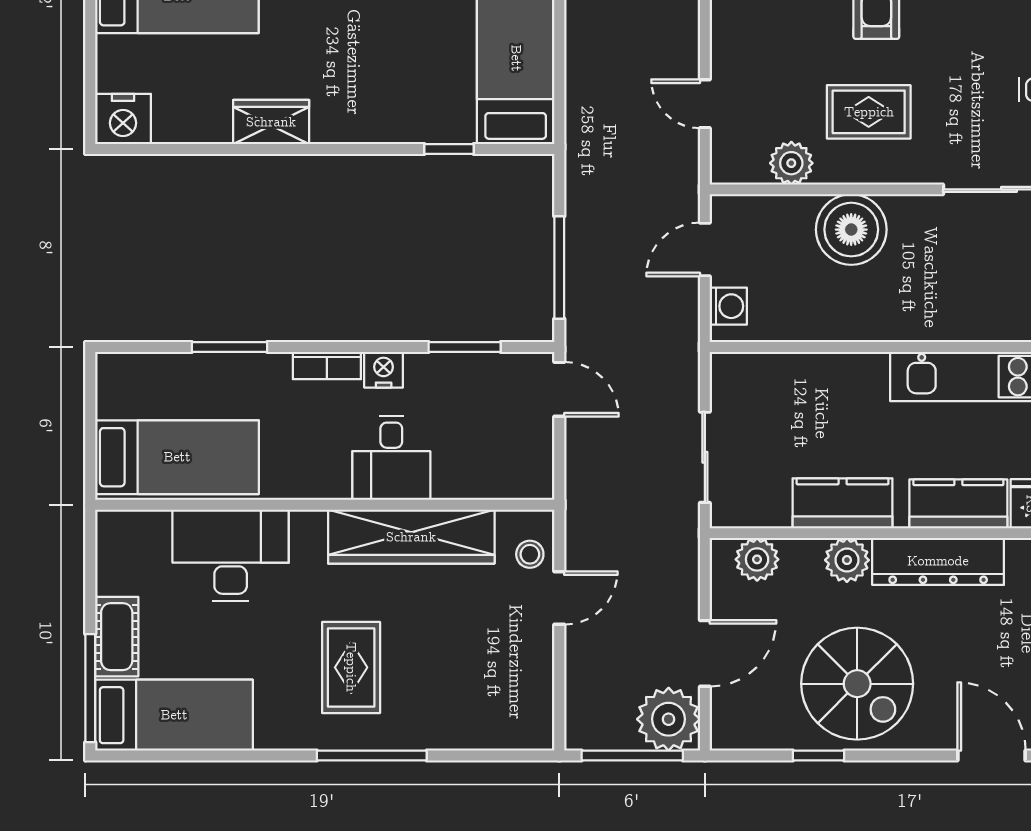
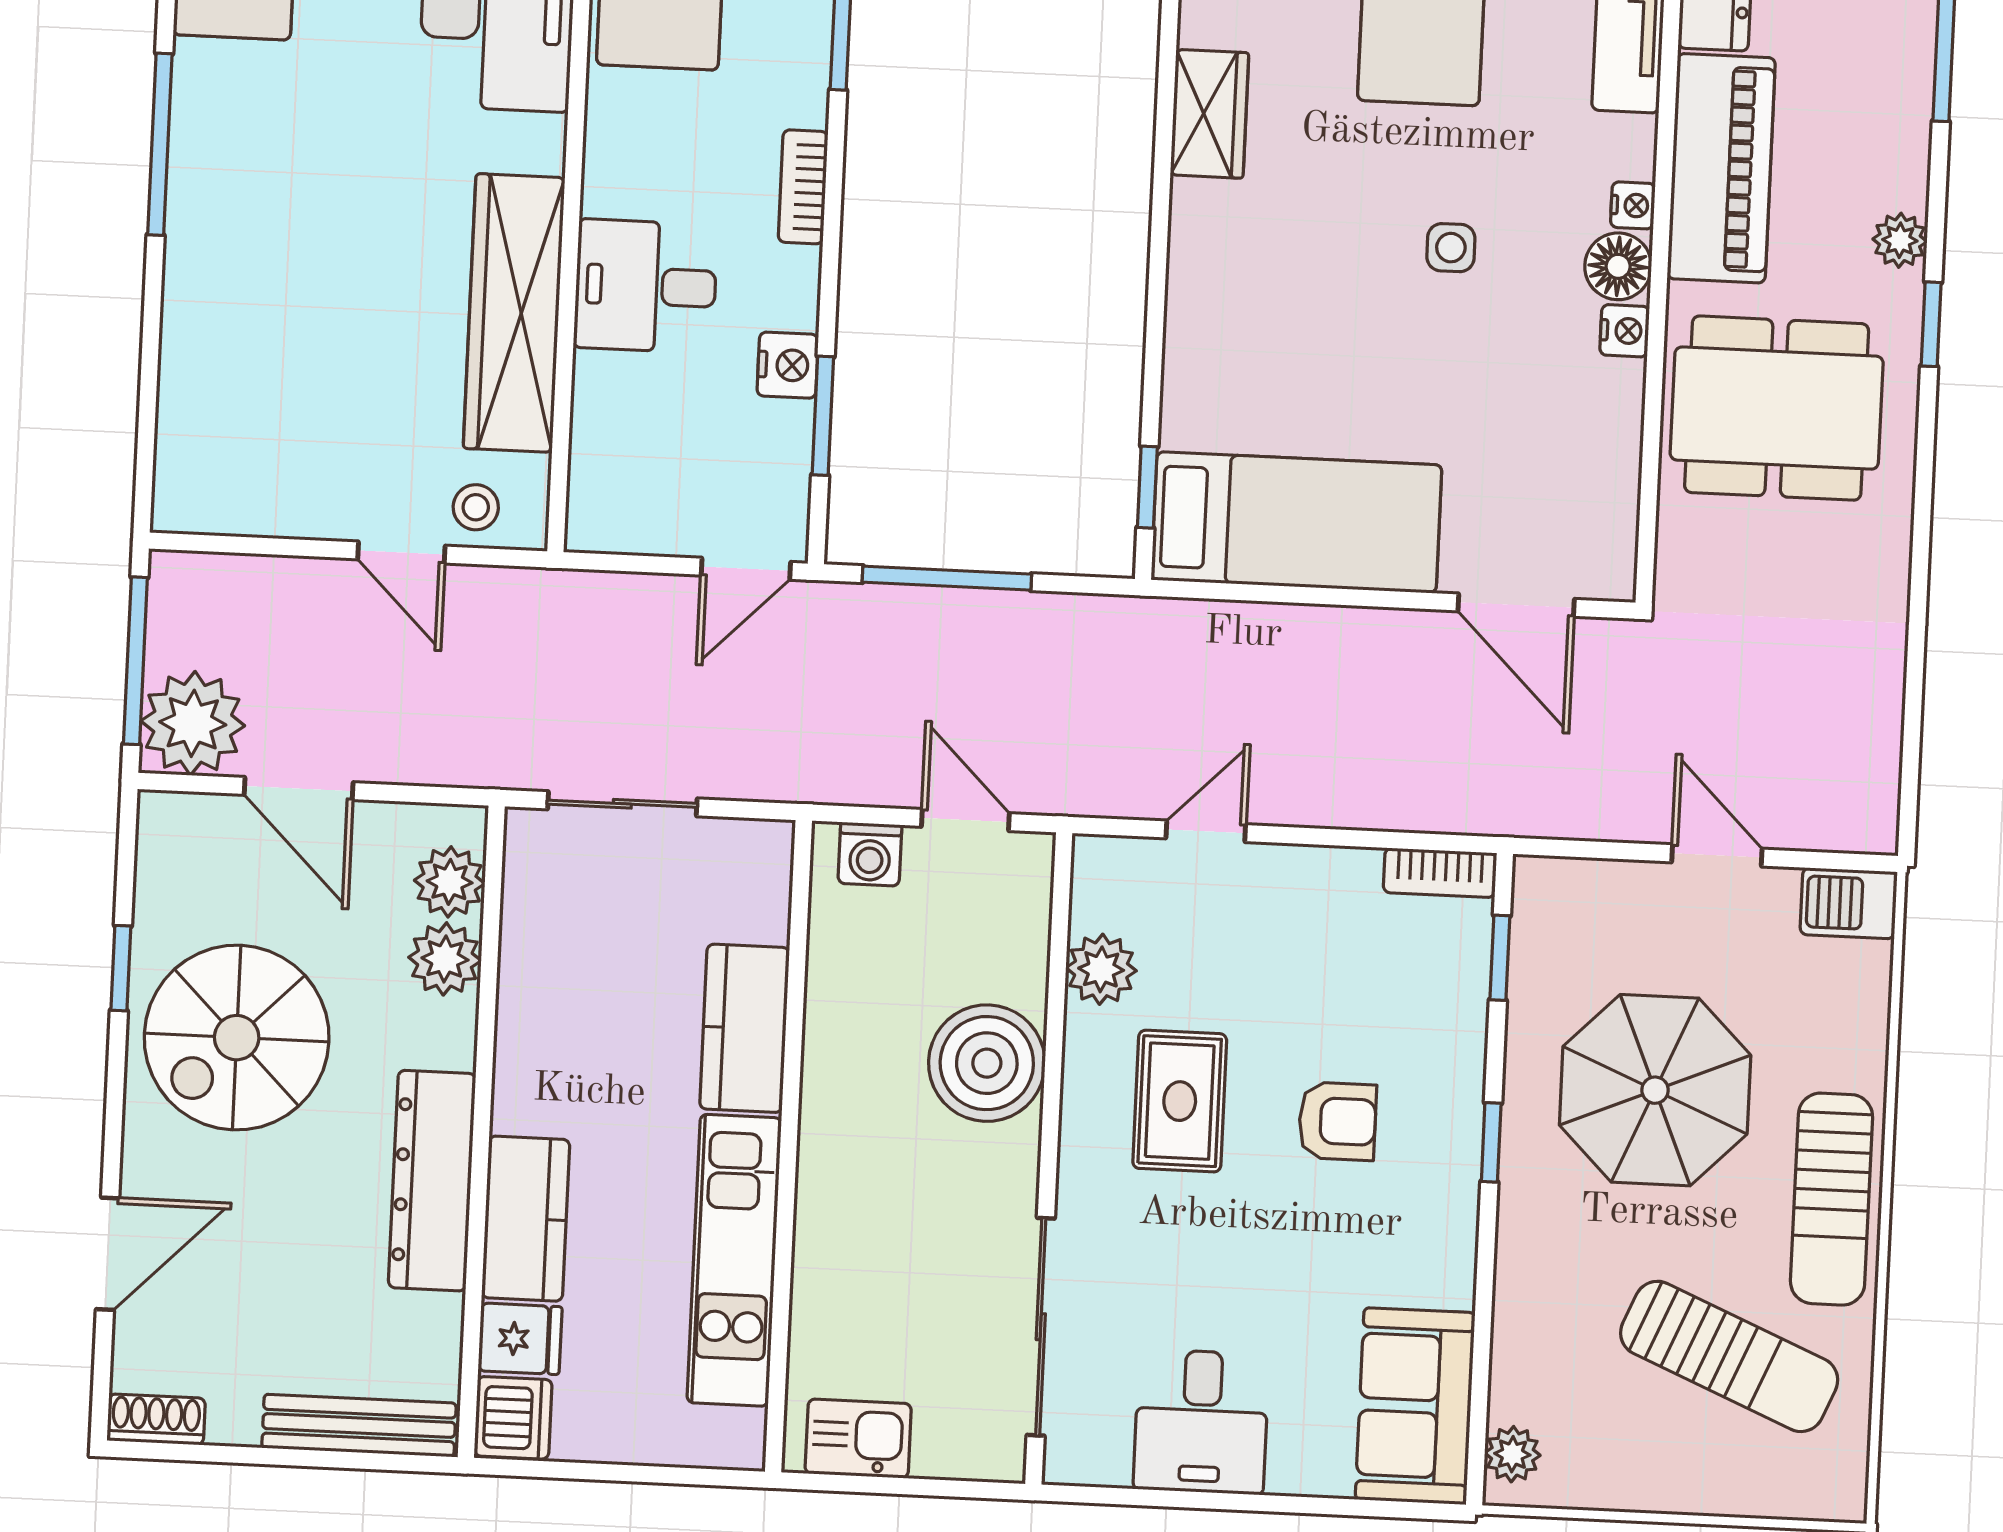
window: (449, 149) -> (1147, 487), moved
nightstand: (384, 370) -> (788, 365), moved
kitchen counter: (843, 503) -> (745, 1028), moved, turned 180
plant: (847, 560) -> (445, 959), moved
rug: (351, 667) -> (303, 203), removed
window: (372, 756) -> (160, 144), moved

